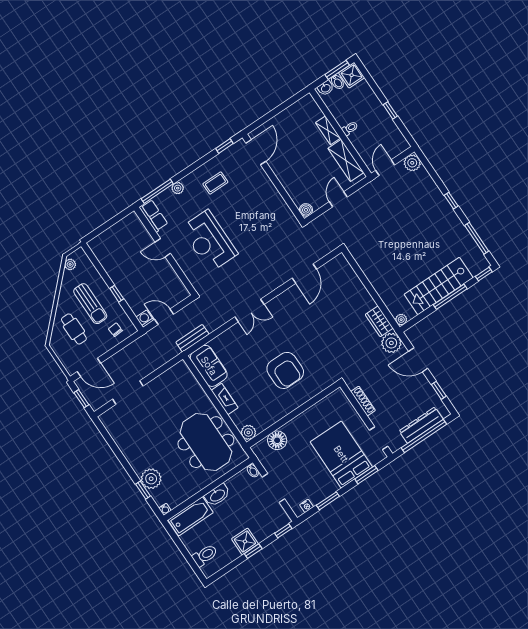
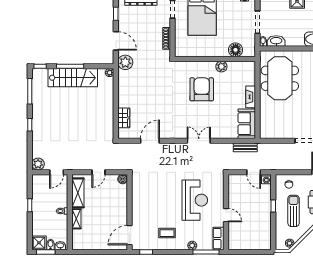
wardrobe: (379, 321) -> (124, 118), moved
plant: (248, 432) -> (221, 67), moved
washbasin: (217, 495) -> (276, 41), moved

